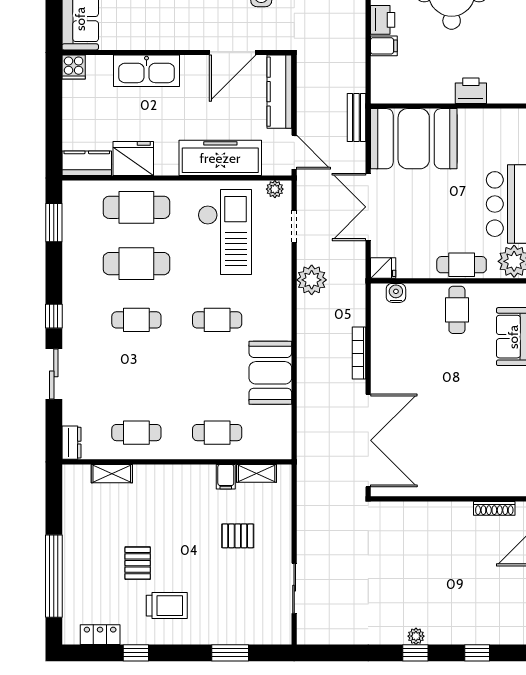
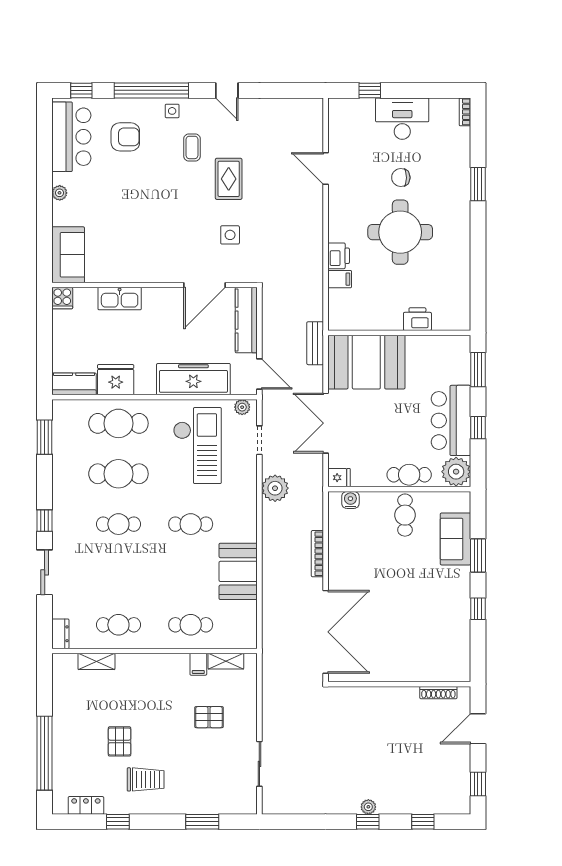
kitchen sink: (146, 71) -> (120, 299), width x0.73, depth x0.81

